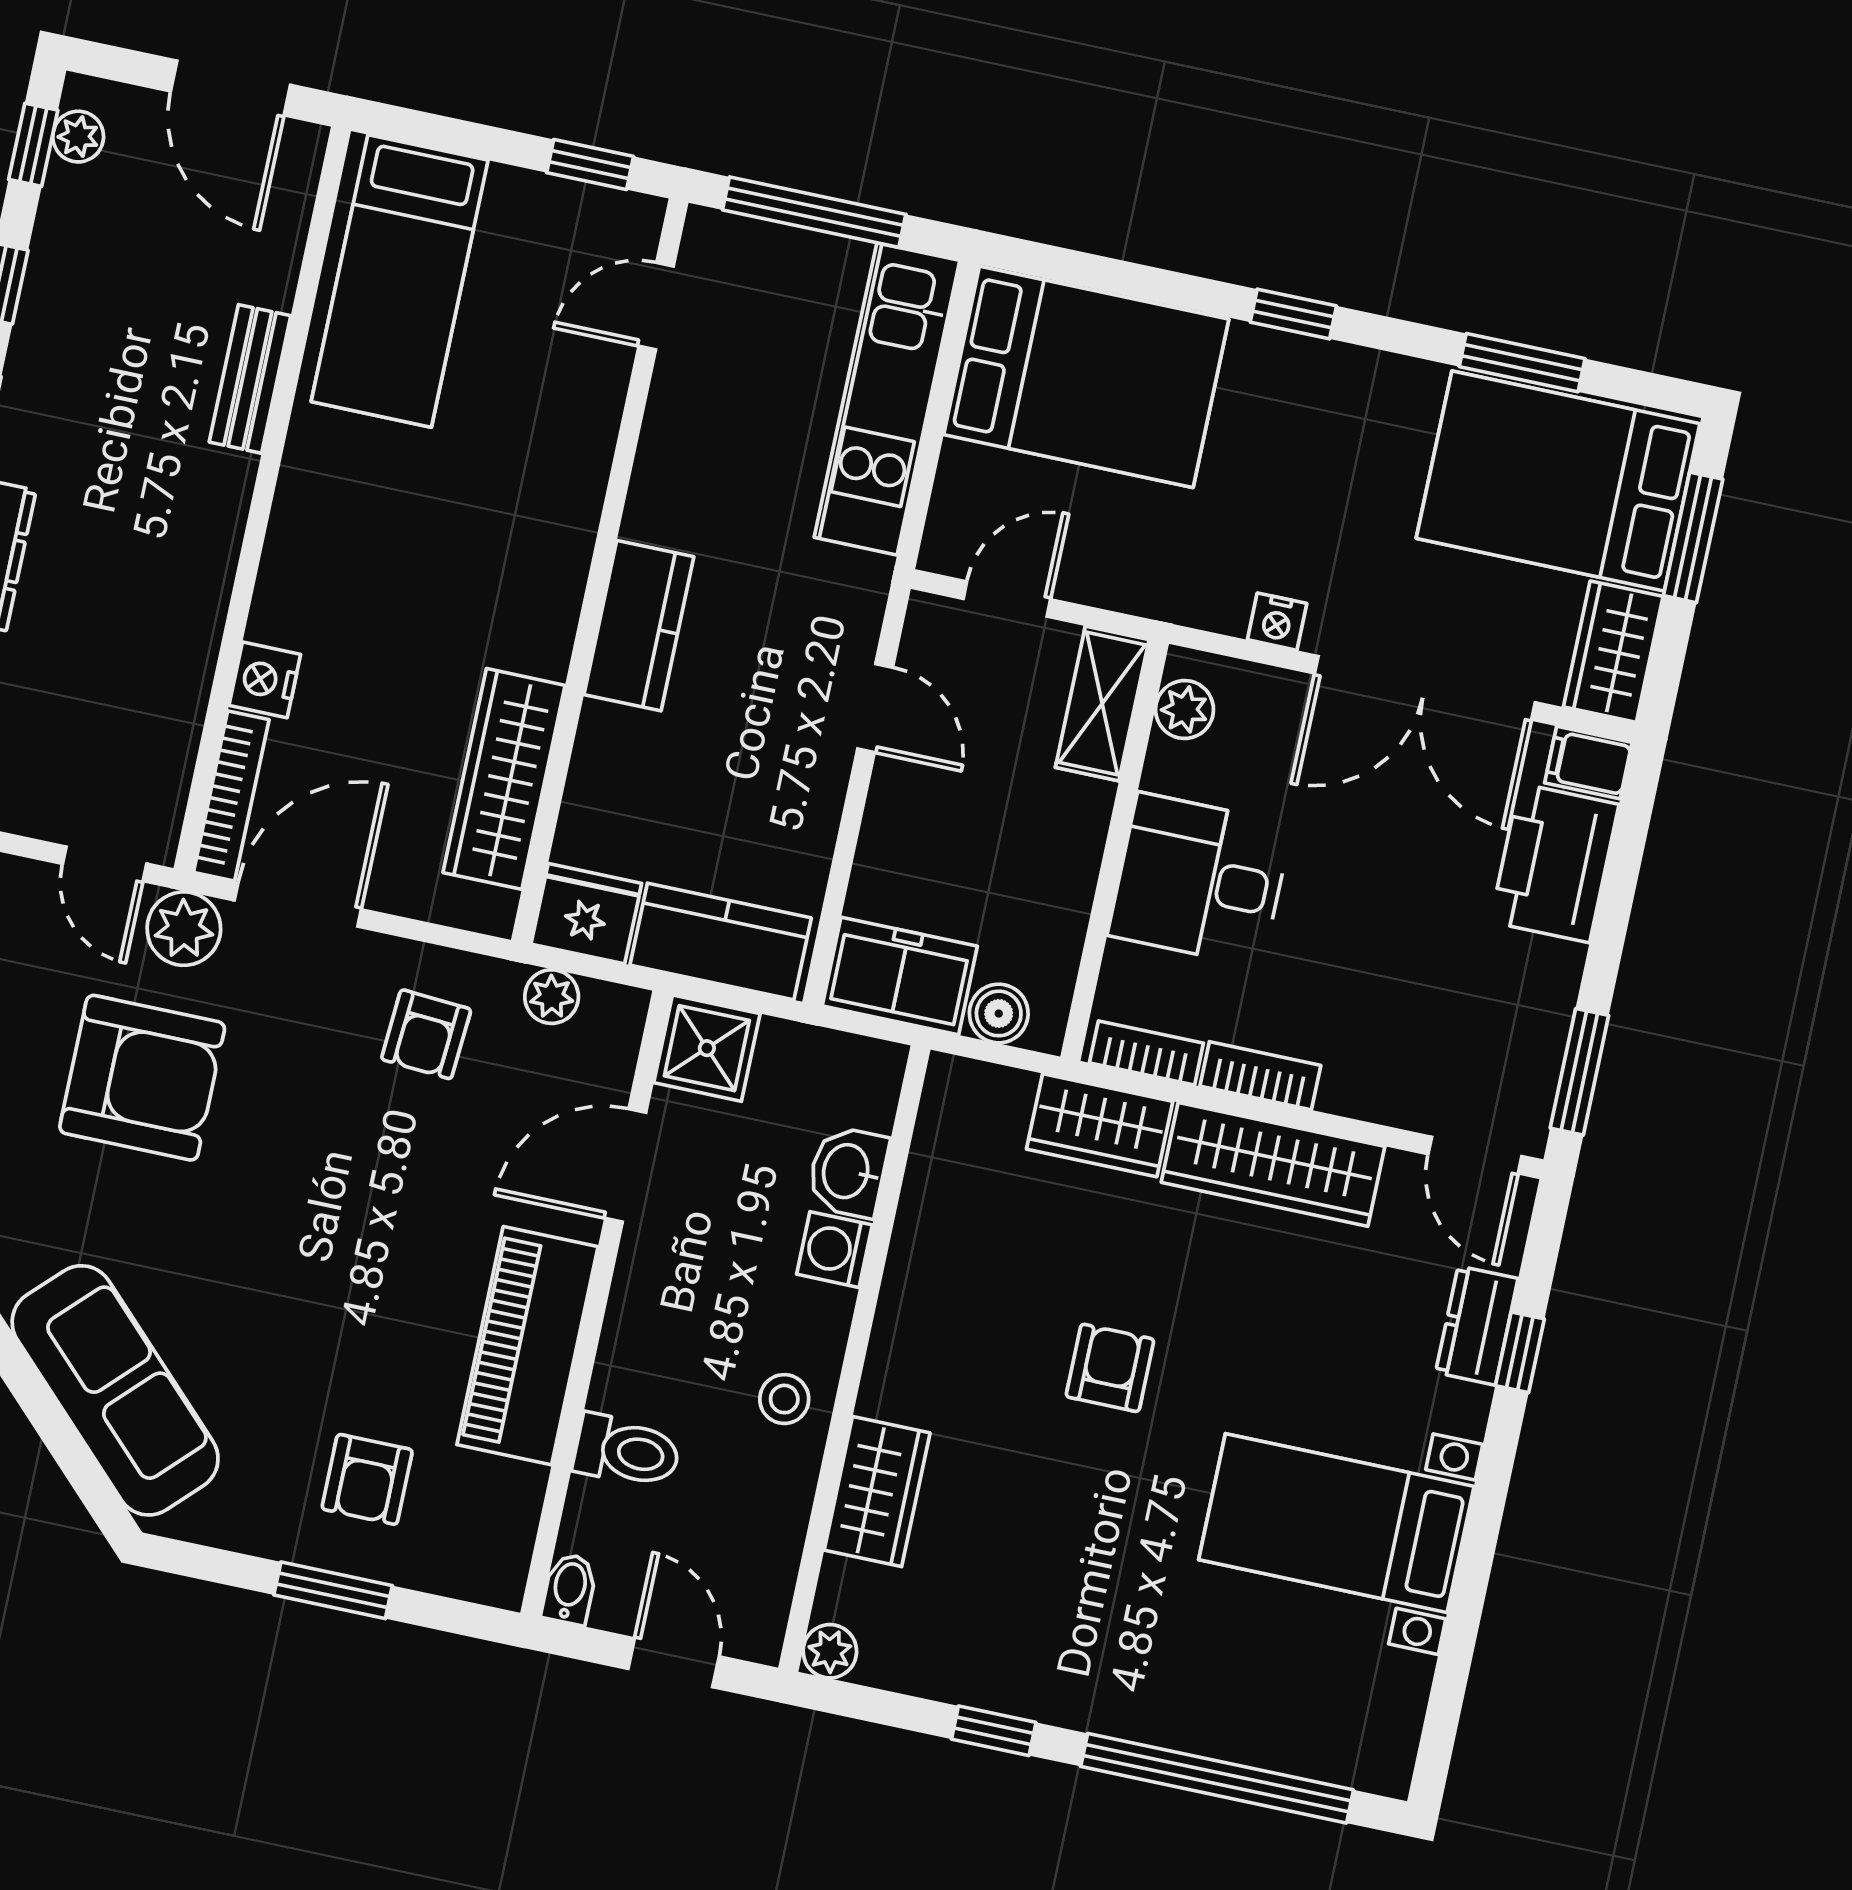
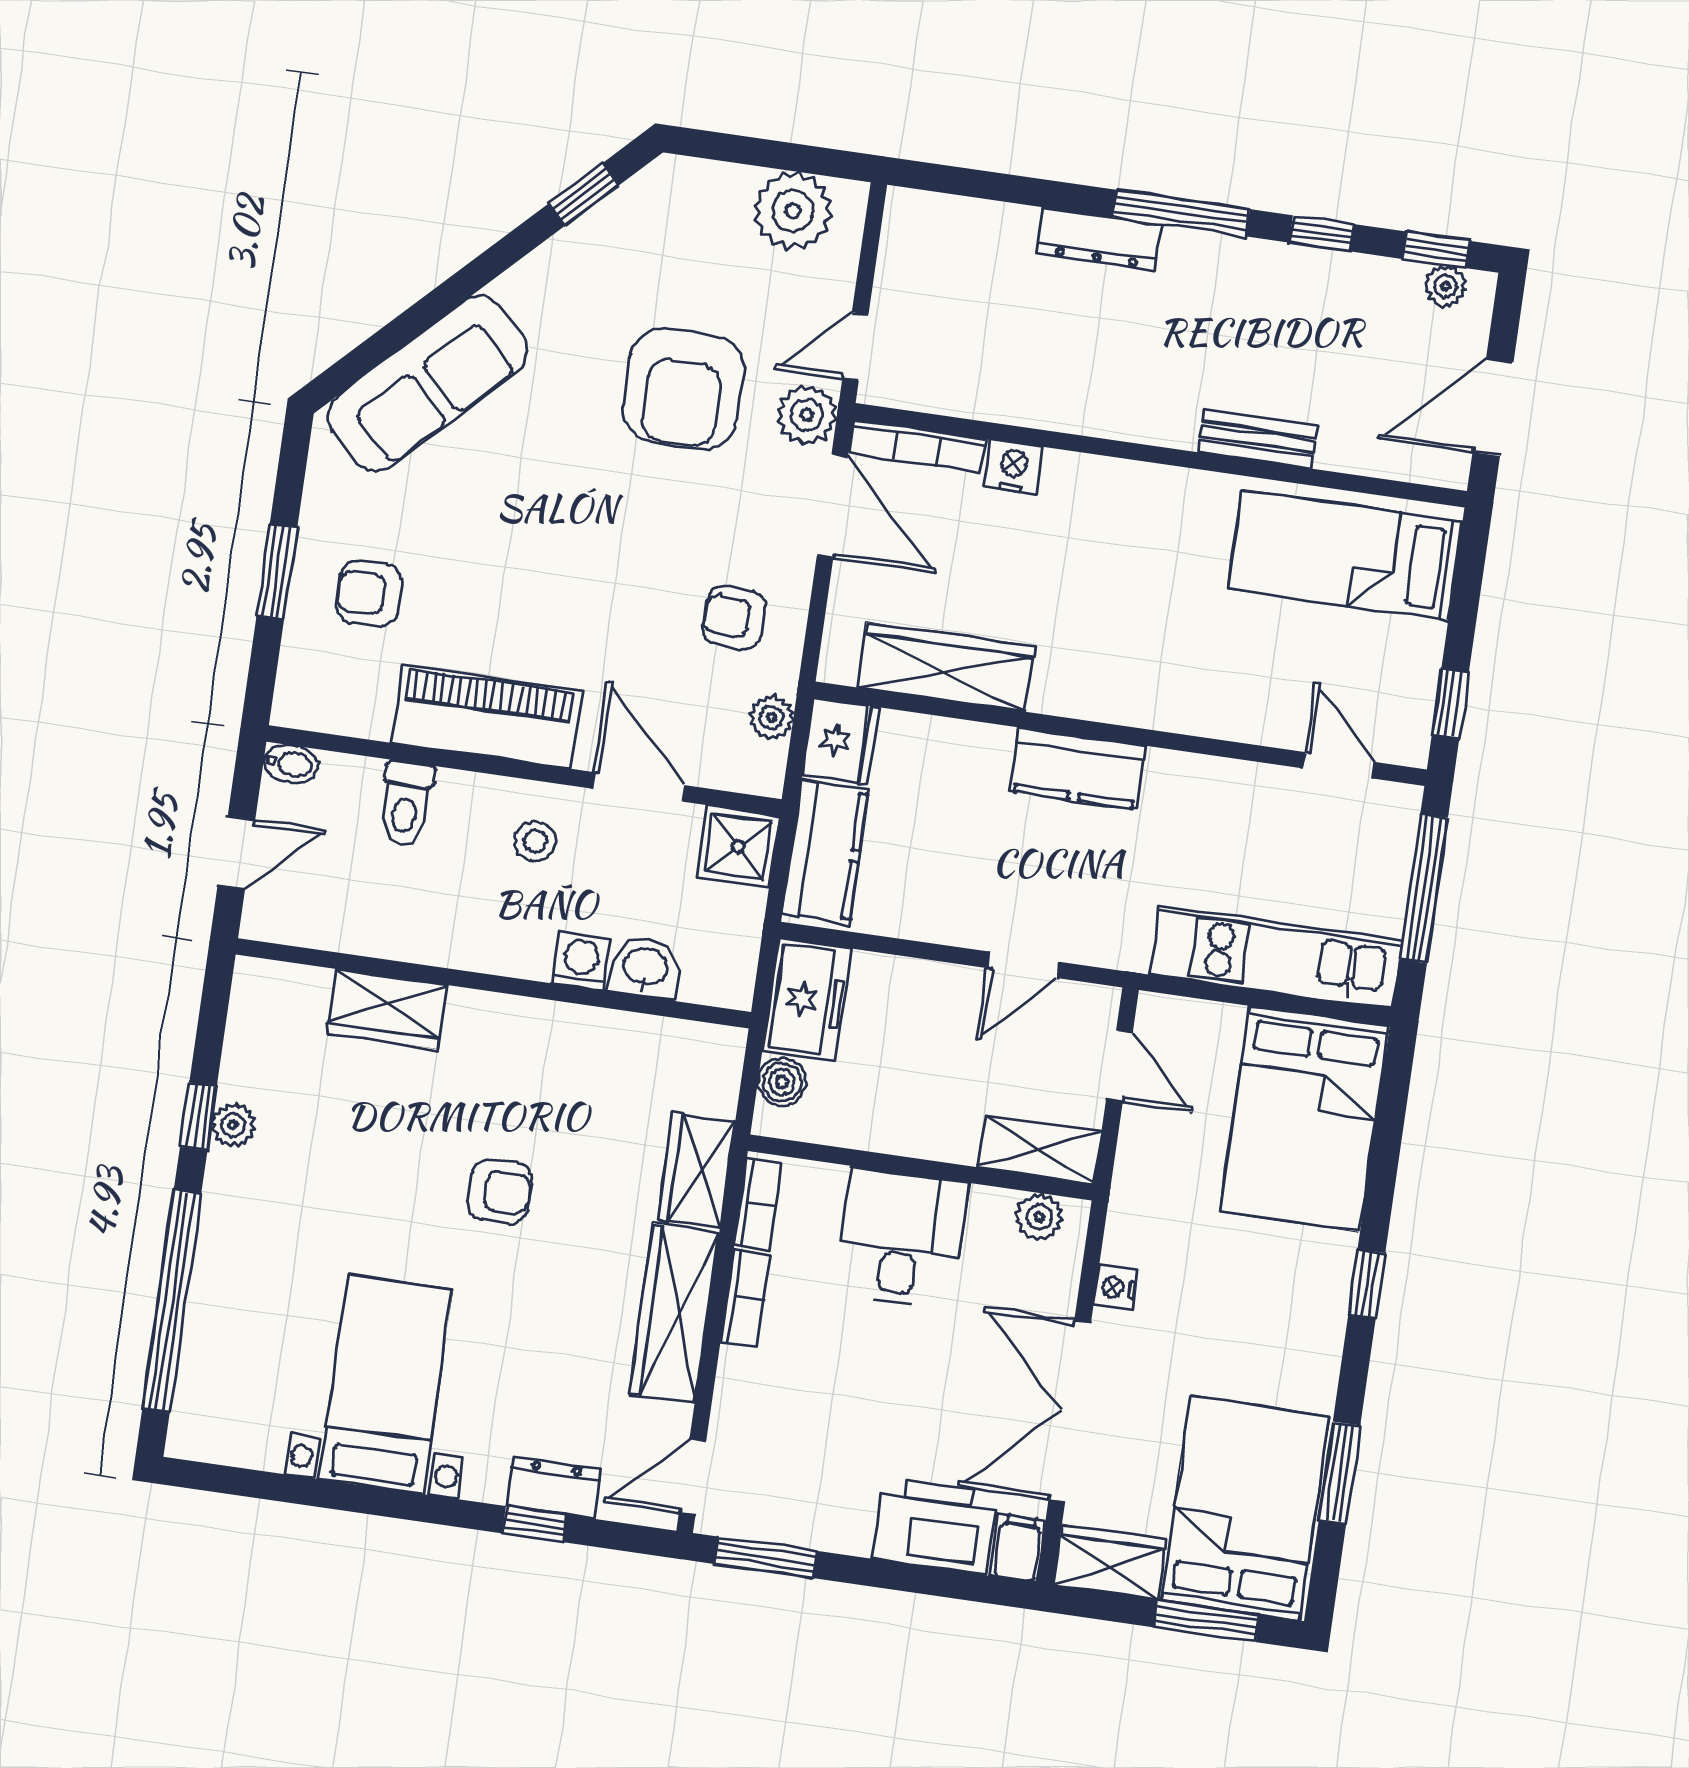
stool: (784, 1399) -> (535, 841), moved
plant: (830, 1651) -> (233, 1125), moved

